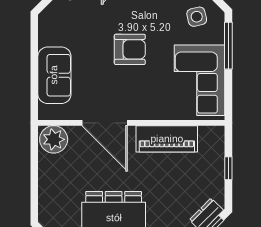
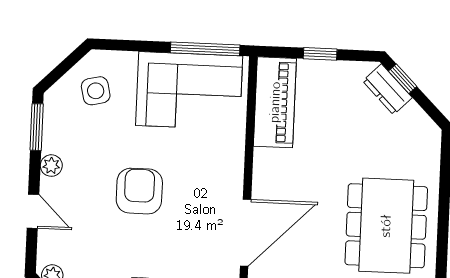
window: (228, 46) -> (205, 49), moved
piano: (167, 139) -> (275, 102), moved

